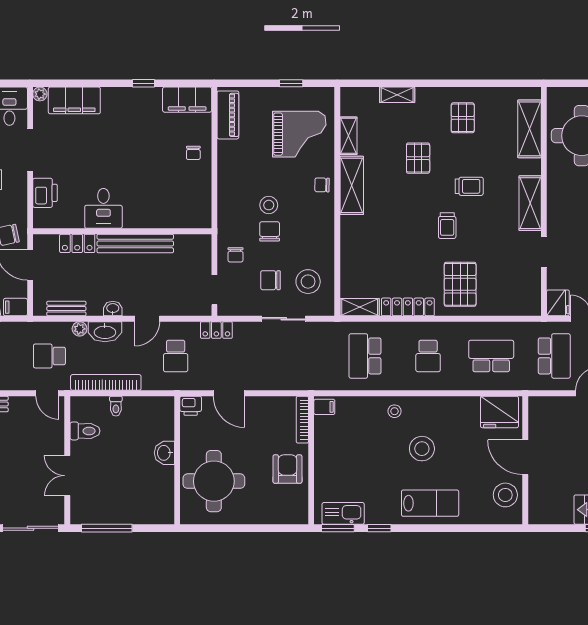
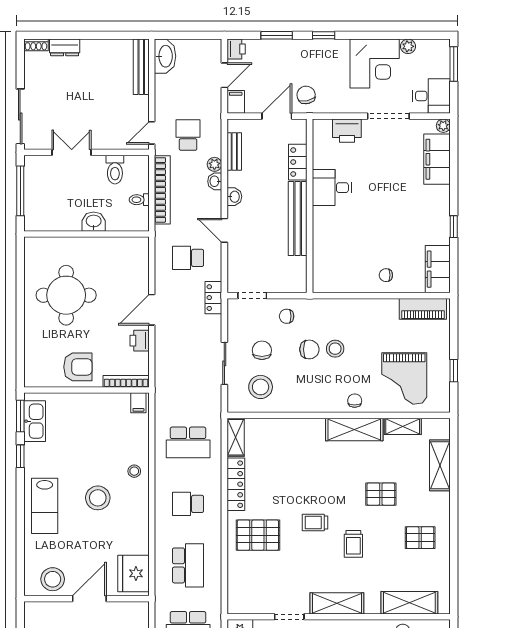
shelving: (397, 95) -> (440, 465), width x1.50, depth x1.33
washbasin: (105, 332) -> (215, 181), width x0.52, depth x0.69
school desk: (365, 356) -> (188, 442), turned 180
printer: (191, 406) -> (140, 341), moved
washbasin: (164, 453) -> (94, 222), moved
wall: (177, 460) -> (86, 234), moved

